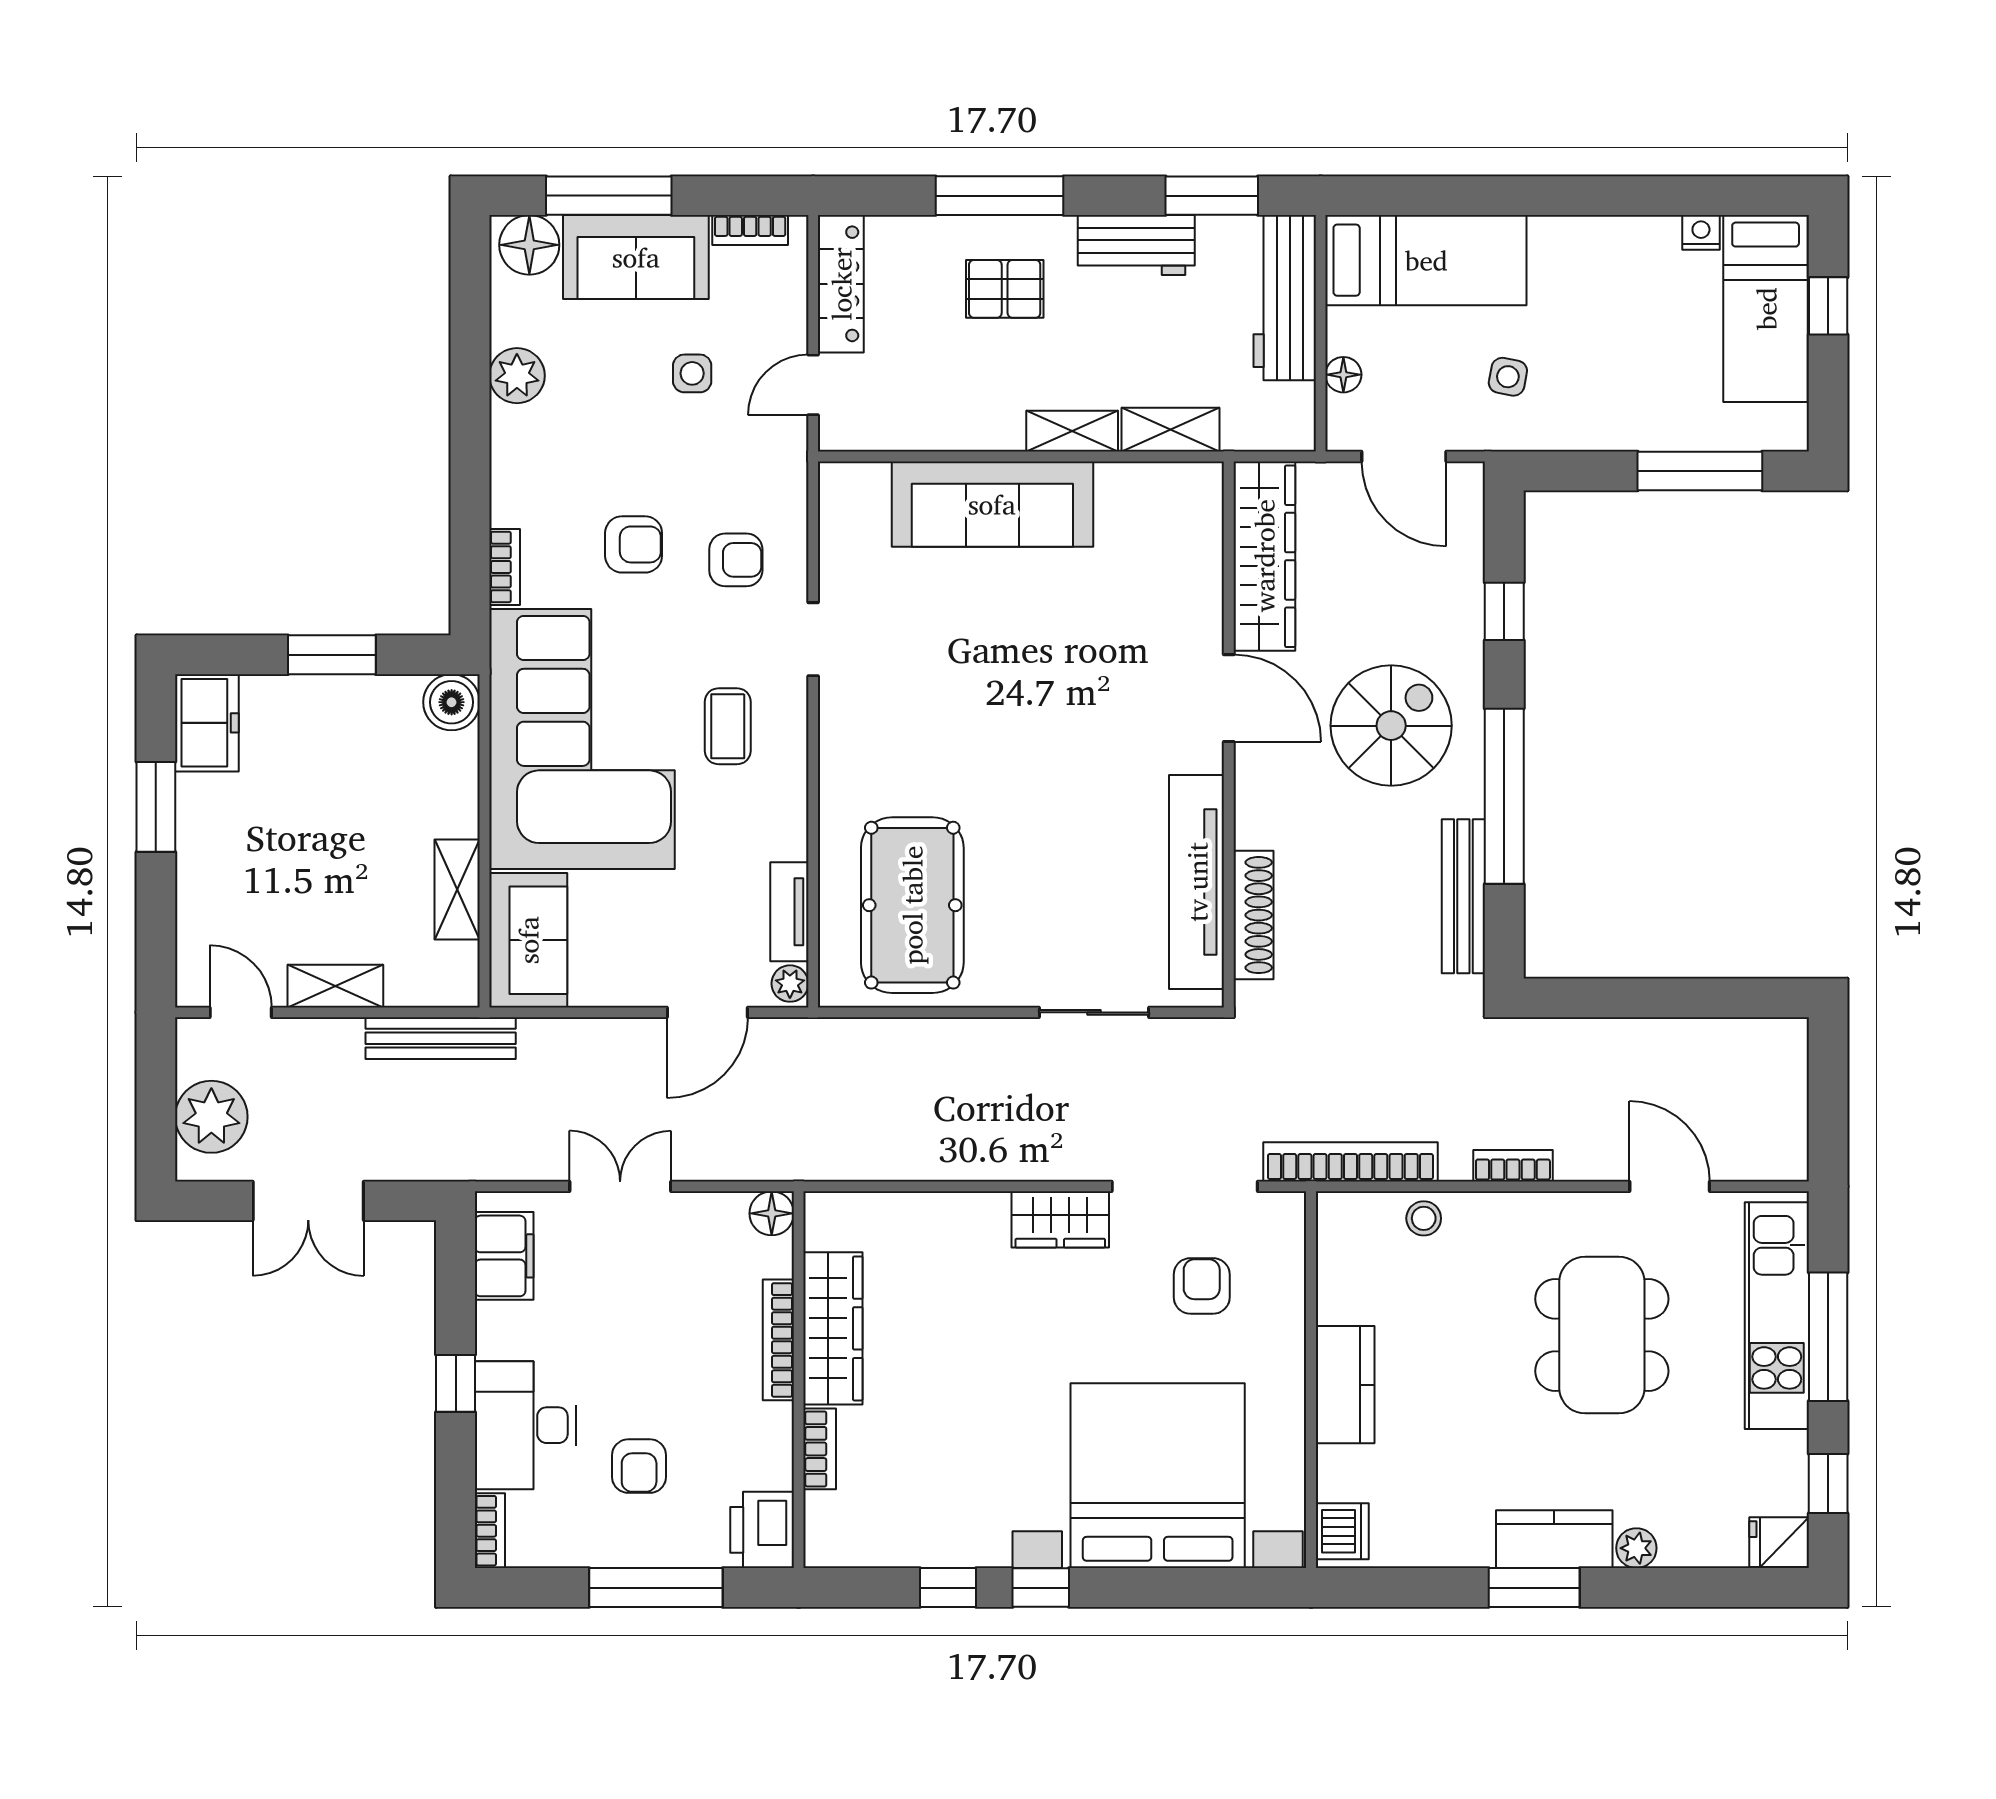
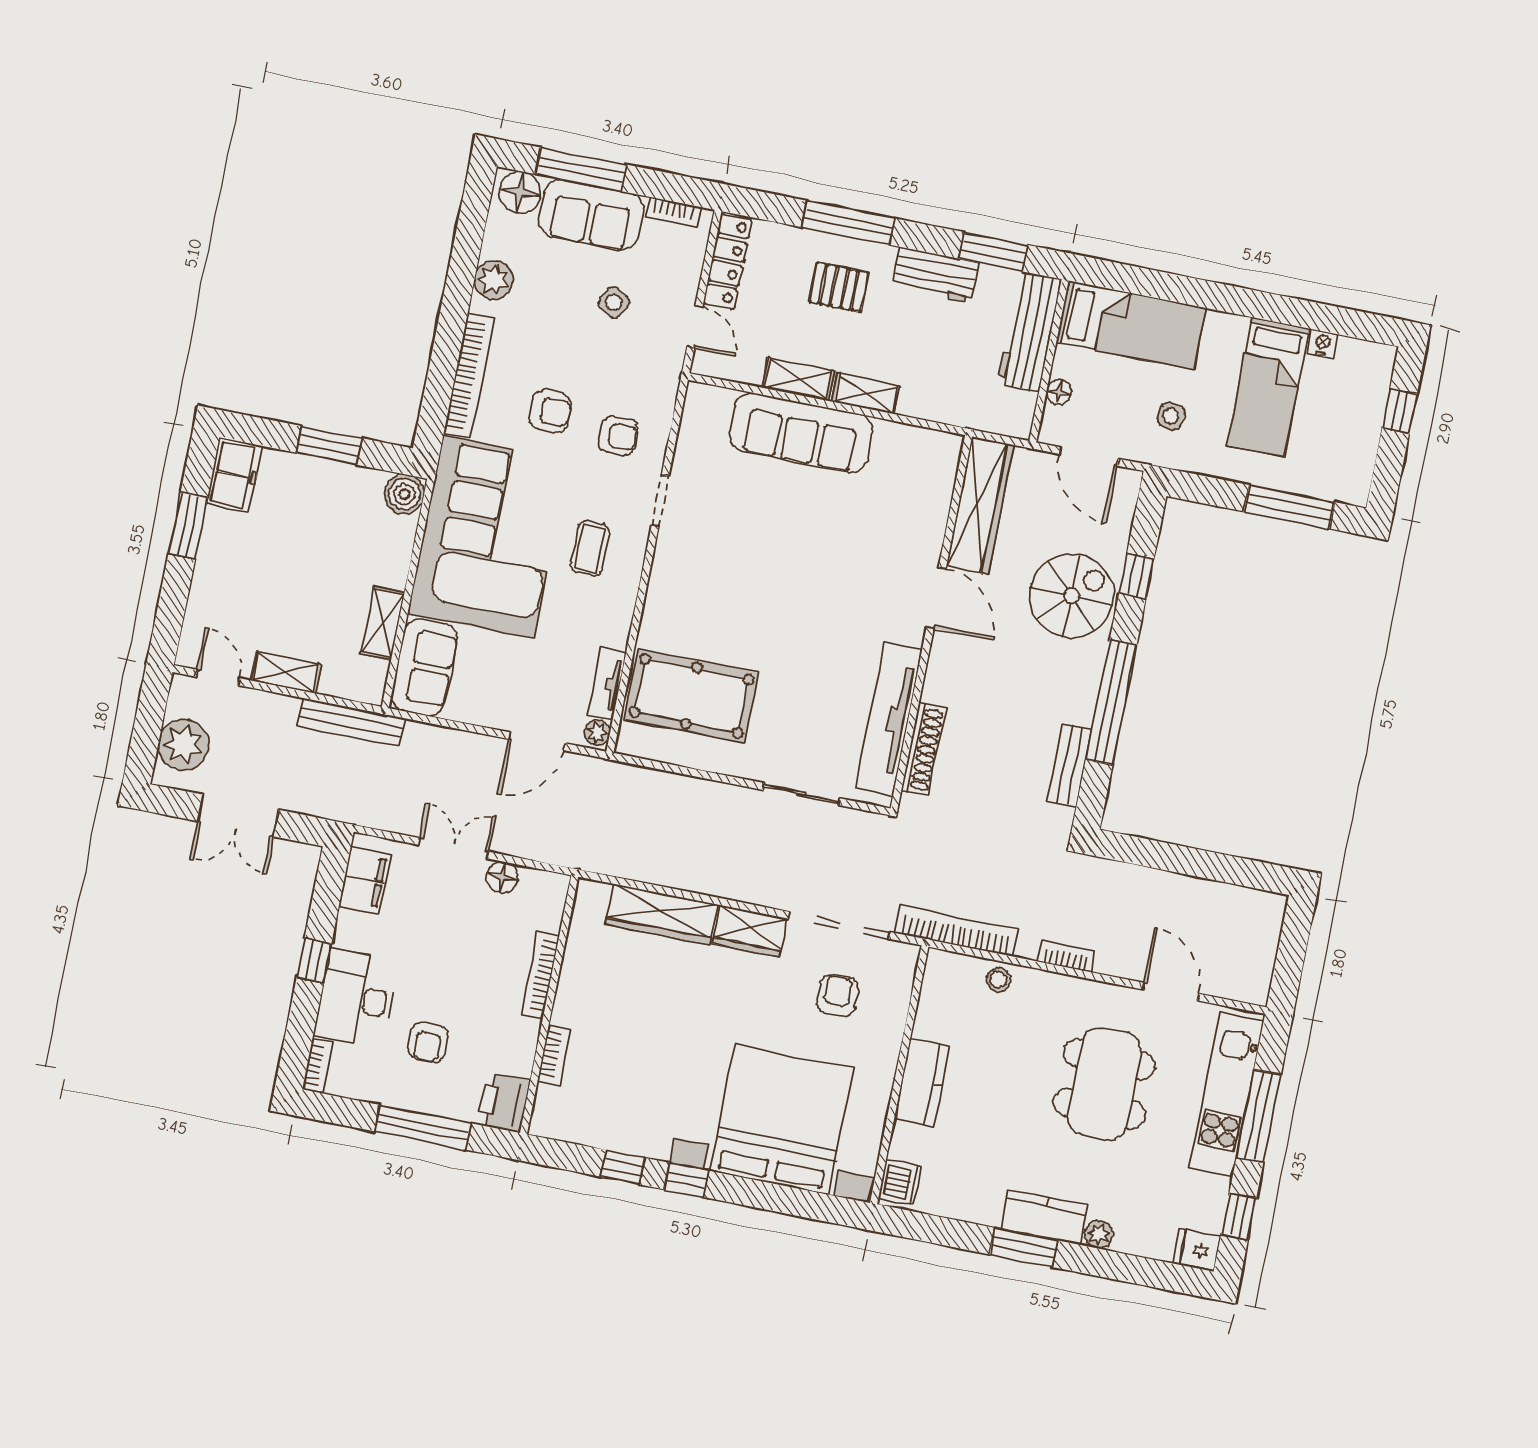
bed: (1766, 309) -> (1268, 387), moved
side table: (692, 373) -> (614, 302), turned 30
door: (813, 385) -> (695, 327), swing flipped
shelving: (1171, 430) -> (798, 379), moved
bookcase: (505, 567) -> (469, 375), width x2.31, depth x1.31
spiral stairs: (1391, 726) -> (1071, 596), moved
bench: (1463, 896) -> (1070, 765), width x0.73
pool table: (912, 905) -> (692, 696), turned 90
floor lamp: (772, 1213) -> (502, 877), moved
wardrobe: (833, 1328) -> (662, 914), moved, turned 90

